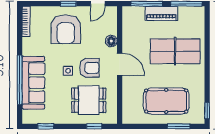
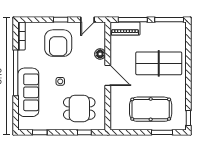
piano: (161, 13) -> (125, 29), moved
armchair: (89, 68) -> (80, 79), removed
window: (20, 80) -> (16, 73), moved

